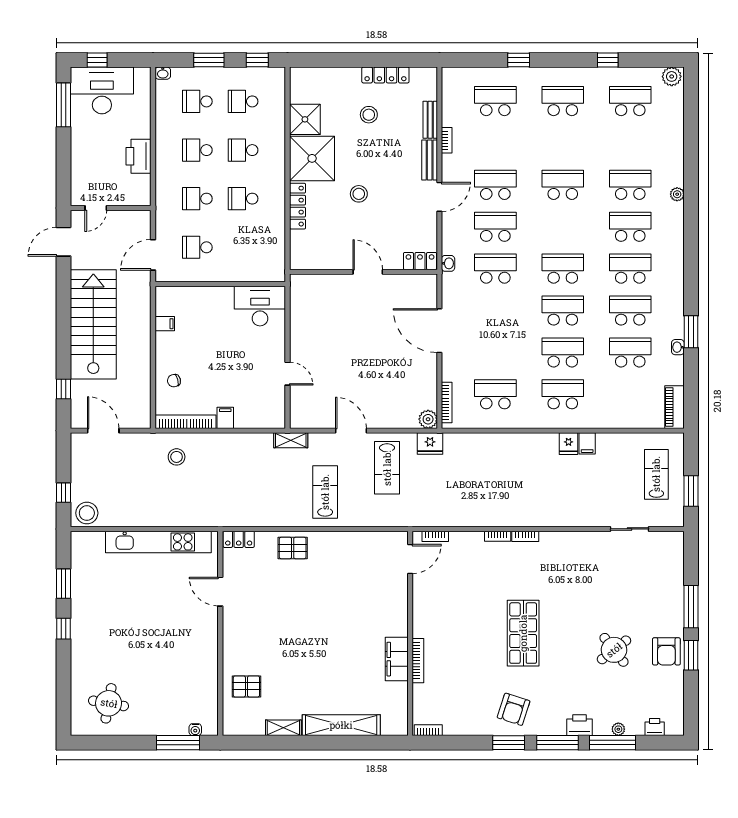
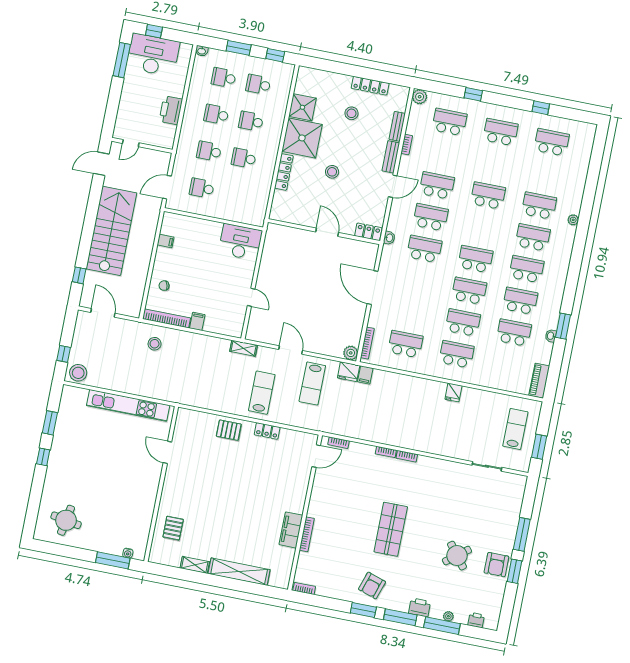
plant: (672, 76) -> (420, 97), moved
filing cabinet: (587, 443) -> (365, 375), moved
locker: (239, 539) -> (267, 431), moved
pallet: (246, 686) -> (173, 528), turned 90

